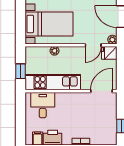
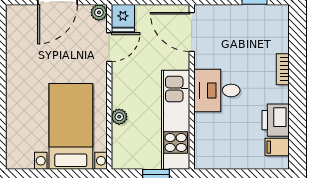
door: (93, 45) -> (109, 47), hinge flipped
desk: (43, 105) -> (217, 90), moved

